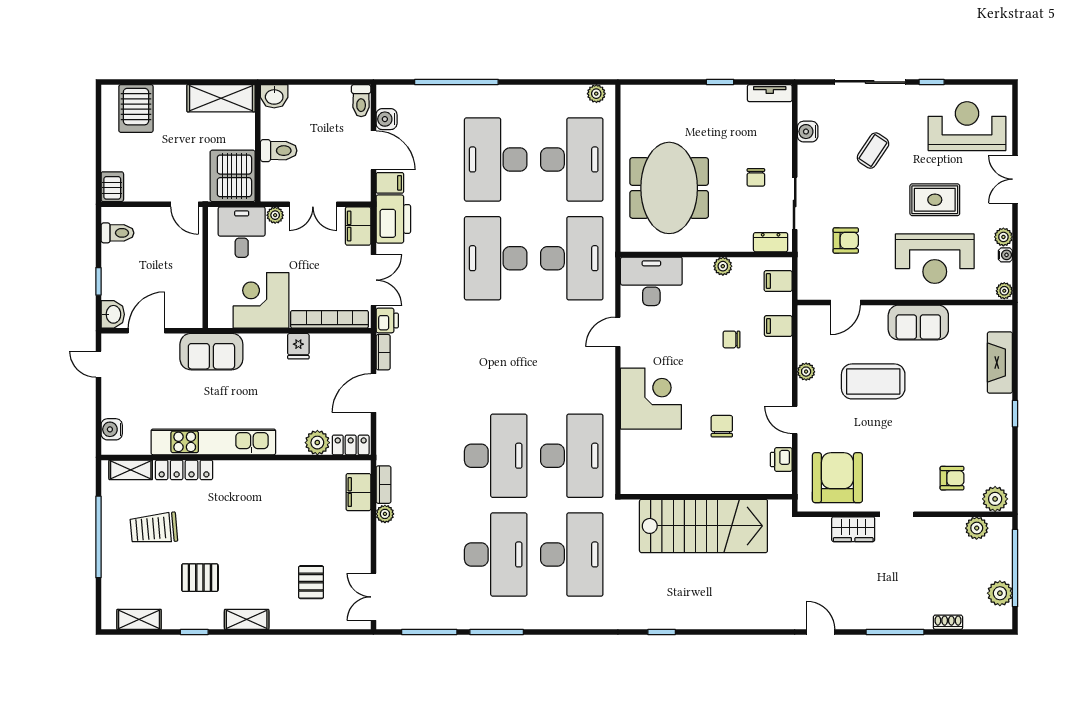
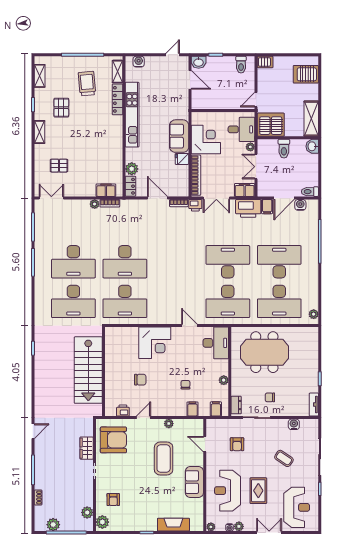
sofa: (211, 352) -> (179, 136), moved

